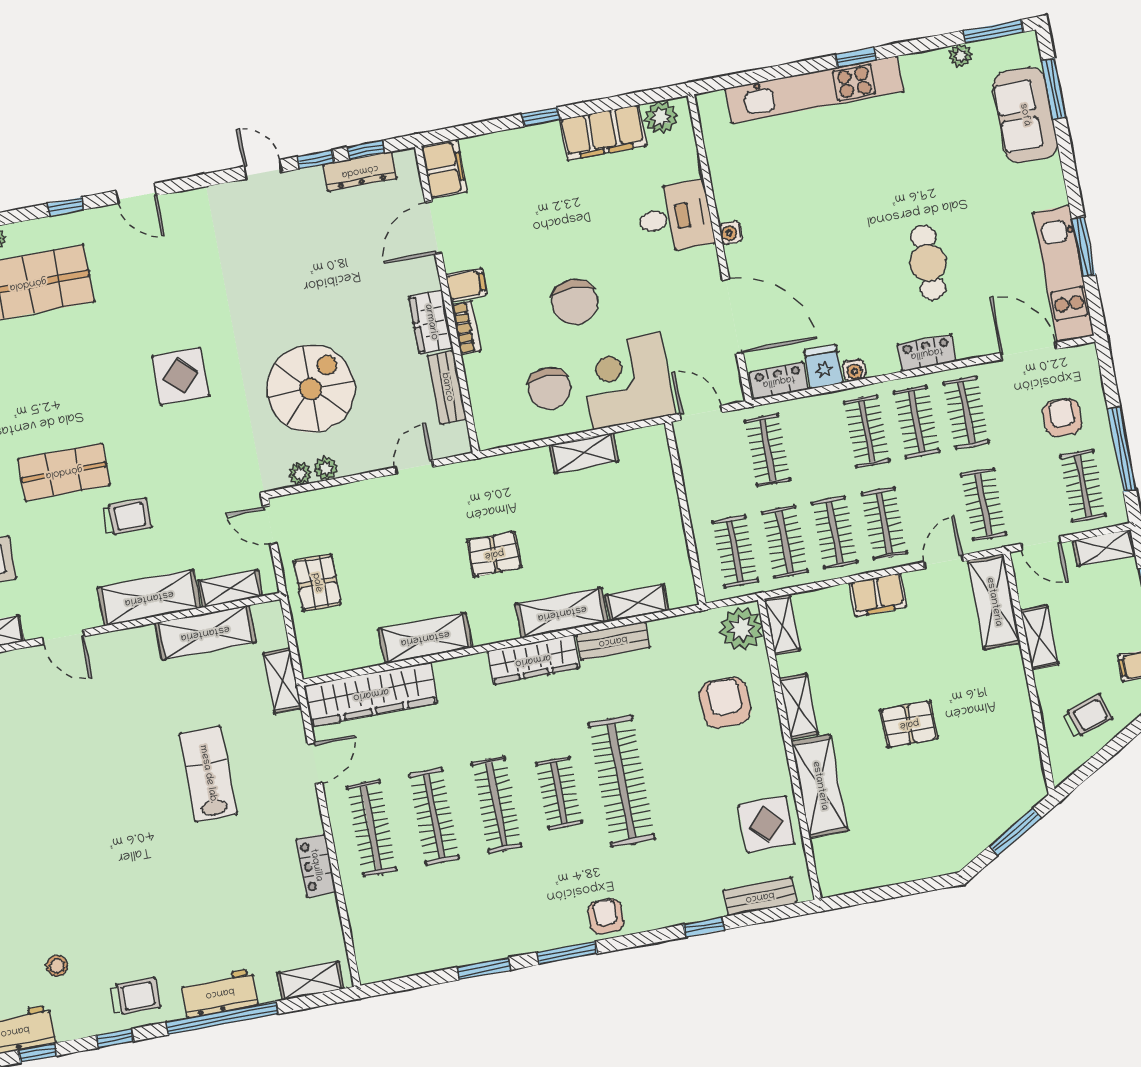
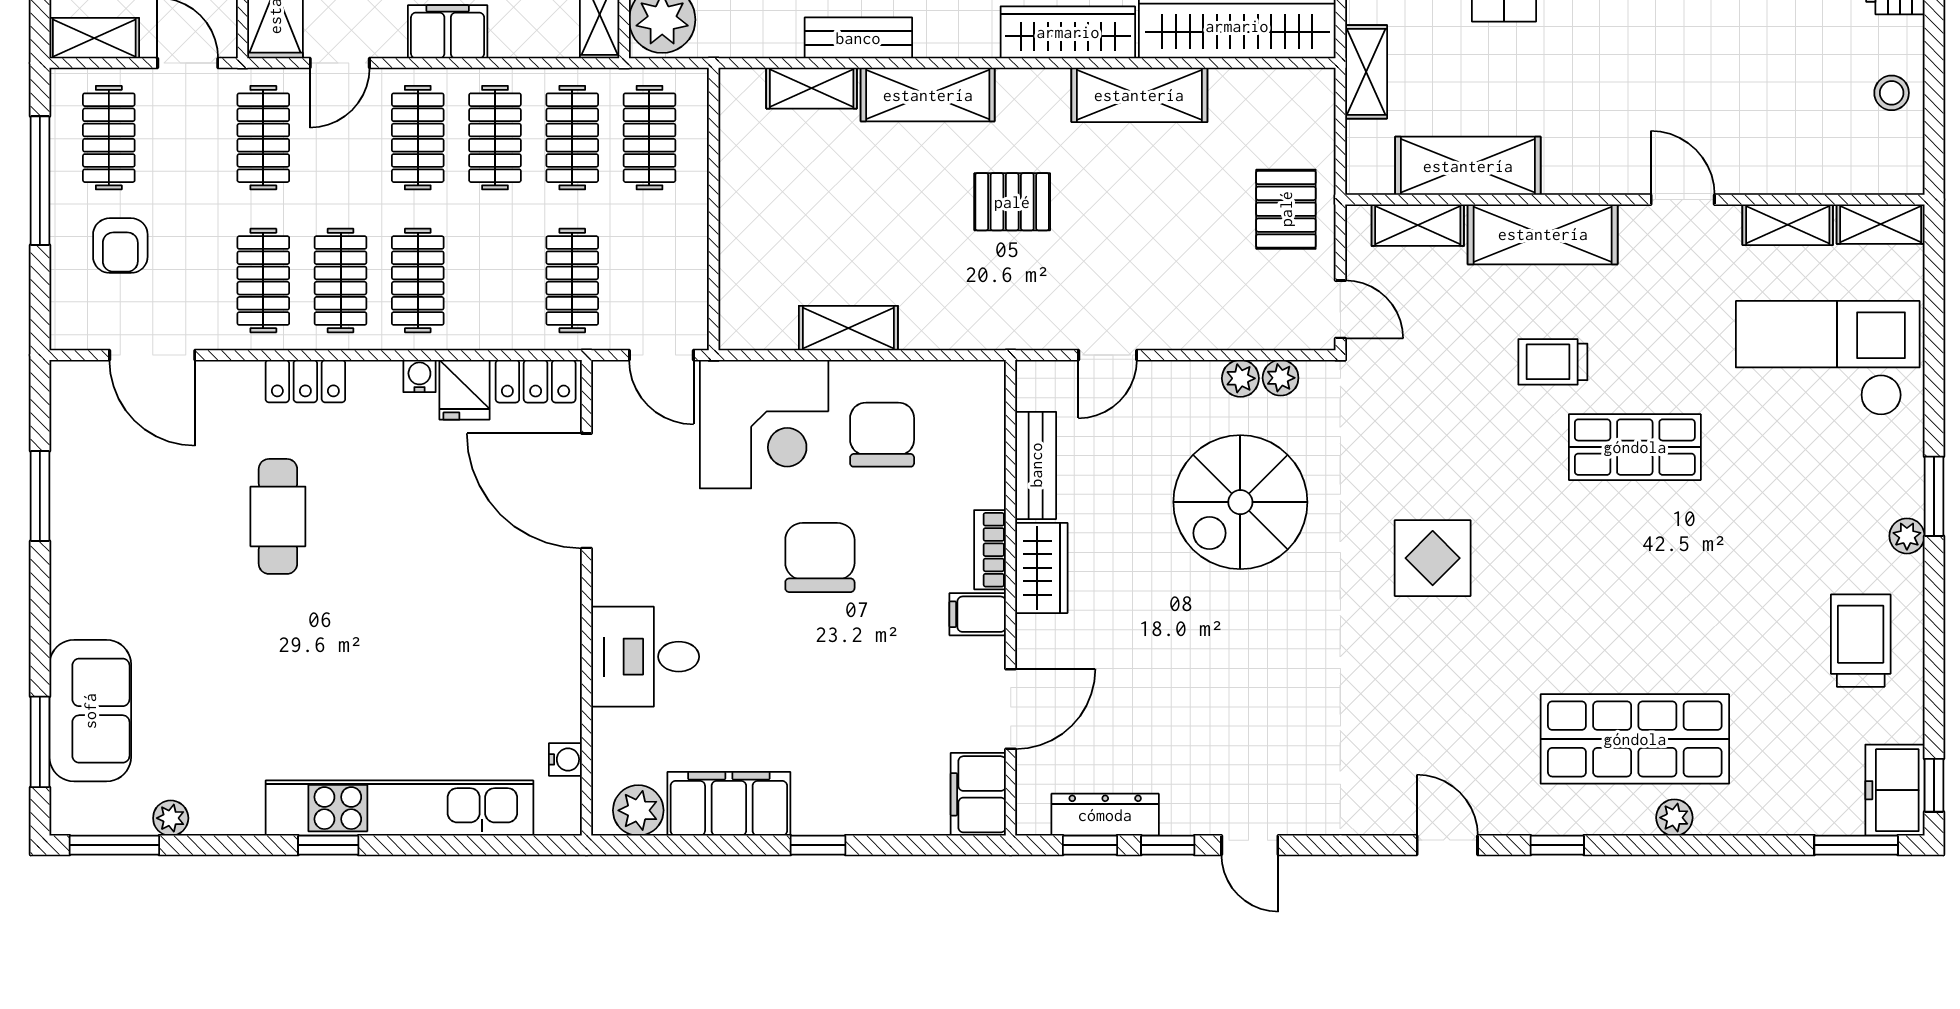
water cooler: (731, 233) -> (565, 759), moved
kitchen unit: (1063, 274) -> (78, 461), removed
wardrobe: (533, 660) -> (1068, 32), moved

